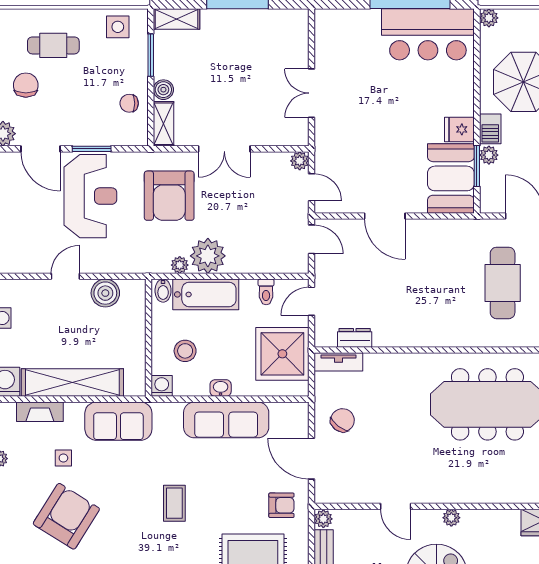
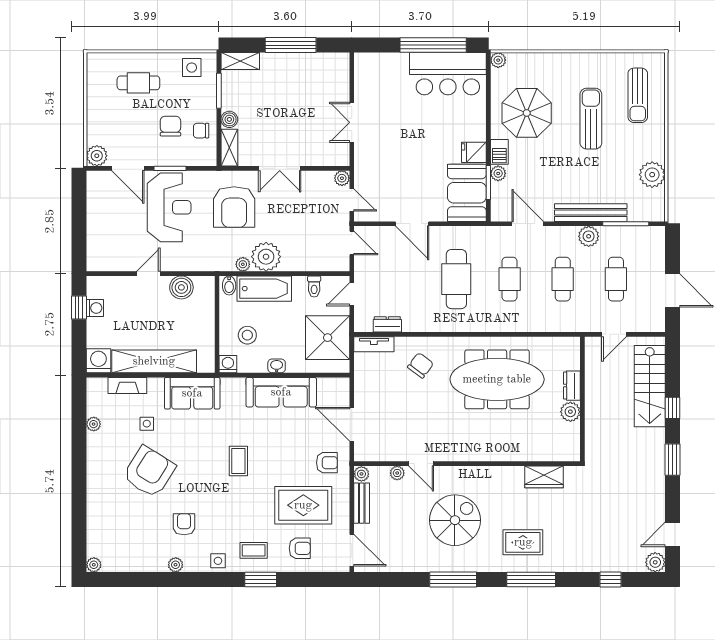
chair: (26, 85) -> (170, 126), moved
cafe table: (438, 283) -> (456, 279), added
cafe table: (503, 283) -> (510, 279), width x0.73, depth x0.74
chair: (343, 420) -> (421, 365), moved
plant: (451, 518) -> (397, 473), moved

